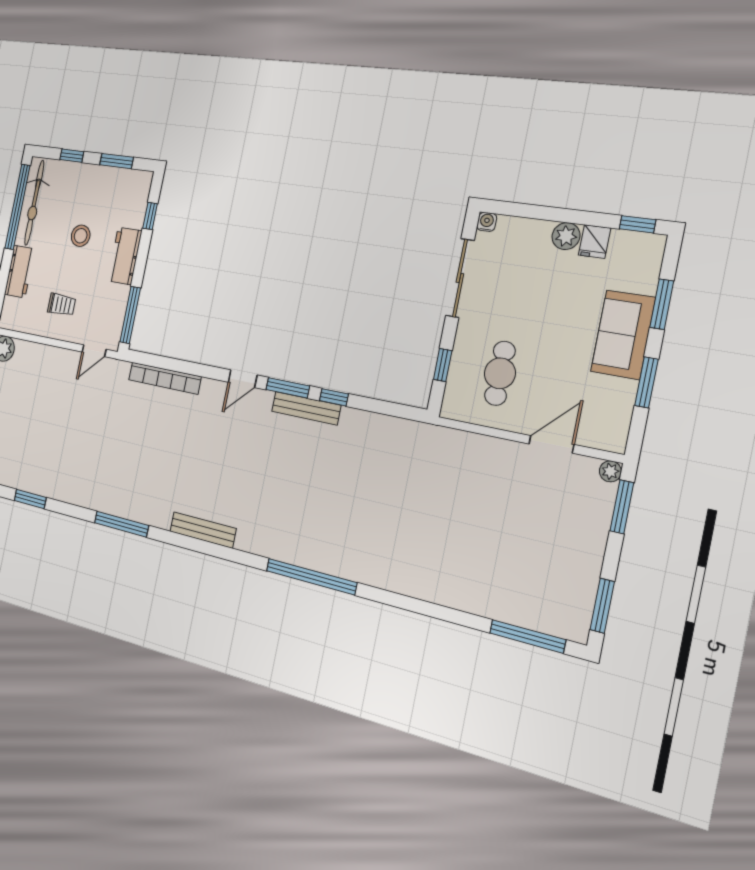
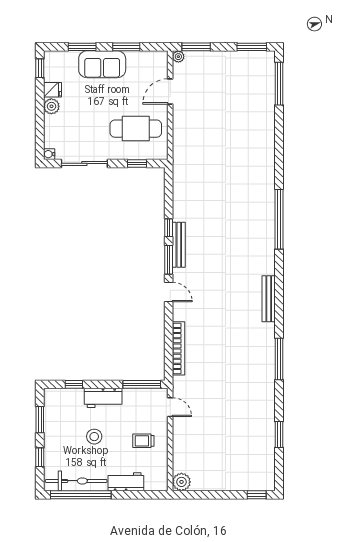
trolley: (62, 305) -> (143, 441), turned -90
cafe table: (500, 373) -> (136, 129), width x1.37, depth x1.35
door: (551, 444) -> (170, 91), hinge flipped

